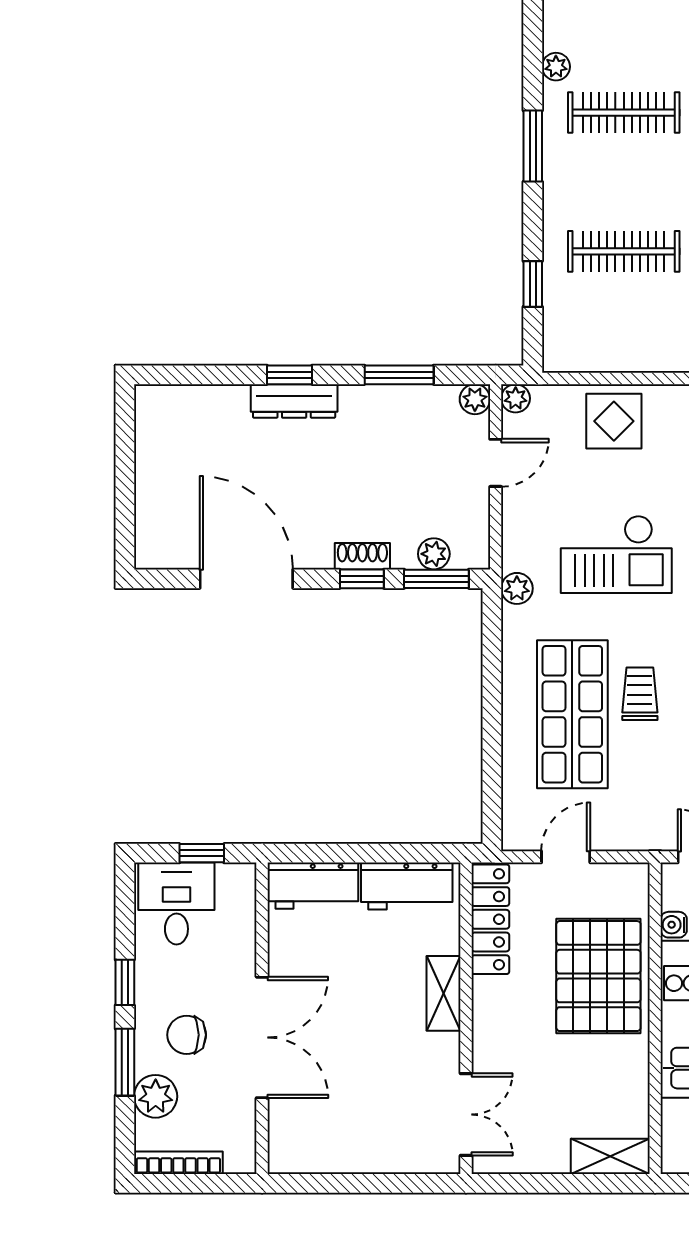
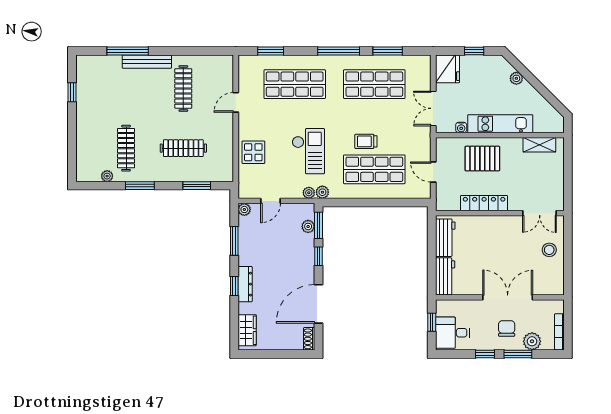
clothes rail: (624, 251) -> (183, 148), turned 90
window: (533, 284) -> (197, 186), width x1.50
plant: (516, 398) -> (309, 193), moved
wardrobe: (182, 406) -> (247, 330), added
door: (496, 463) -> (271, 201), swing flipped
shoe rack: (362, 556) -> (309, 339), moved
locker: (490, 919) -> (484, 203), moved
pallet: (598, 976) -> (482, 159), width x0.73, depth x0.71
shelving: (444, 993) -> (490, 222), removed
chair: (187, 1035) -> (507, 328), turned 180
double door: (466, 1114) -> (540, 213), swing flipped
stool: (377, 1138) -> (549, 250), added
shelving: (610, 1156) -> (539, 145), moved, turned 90

